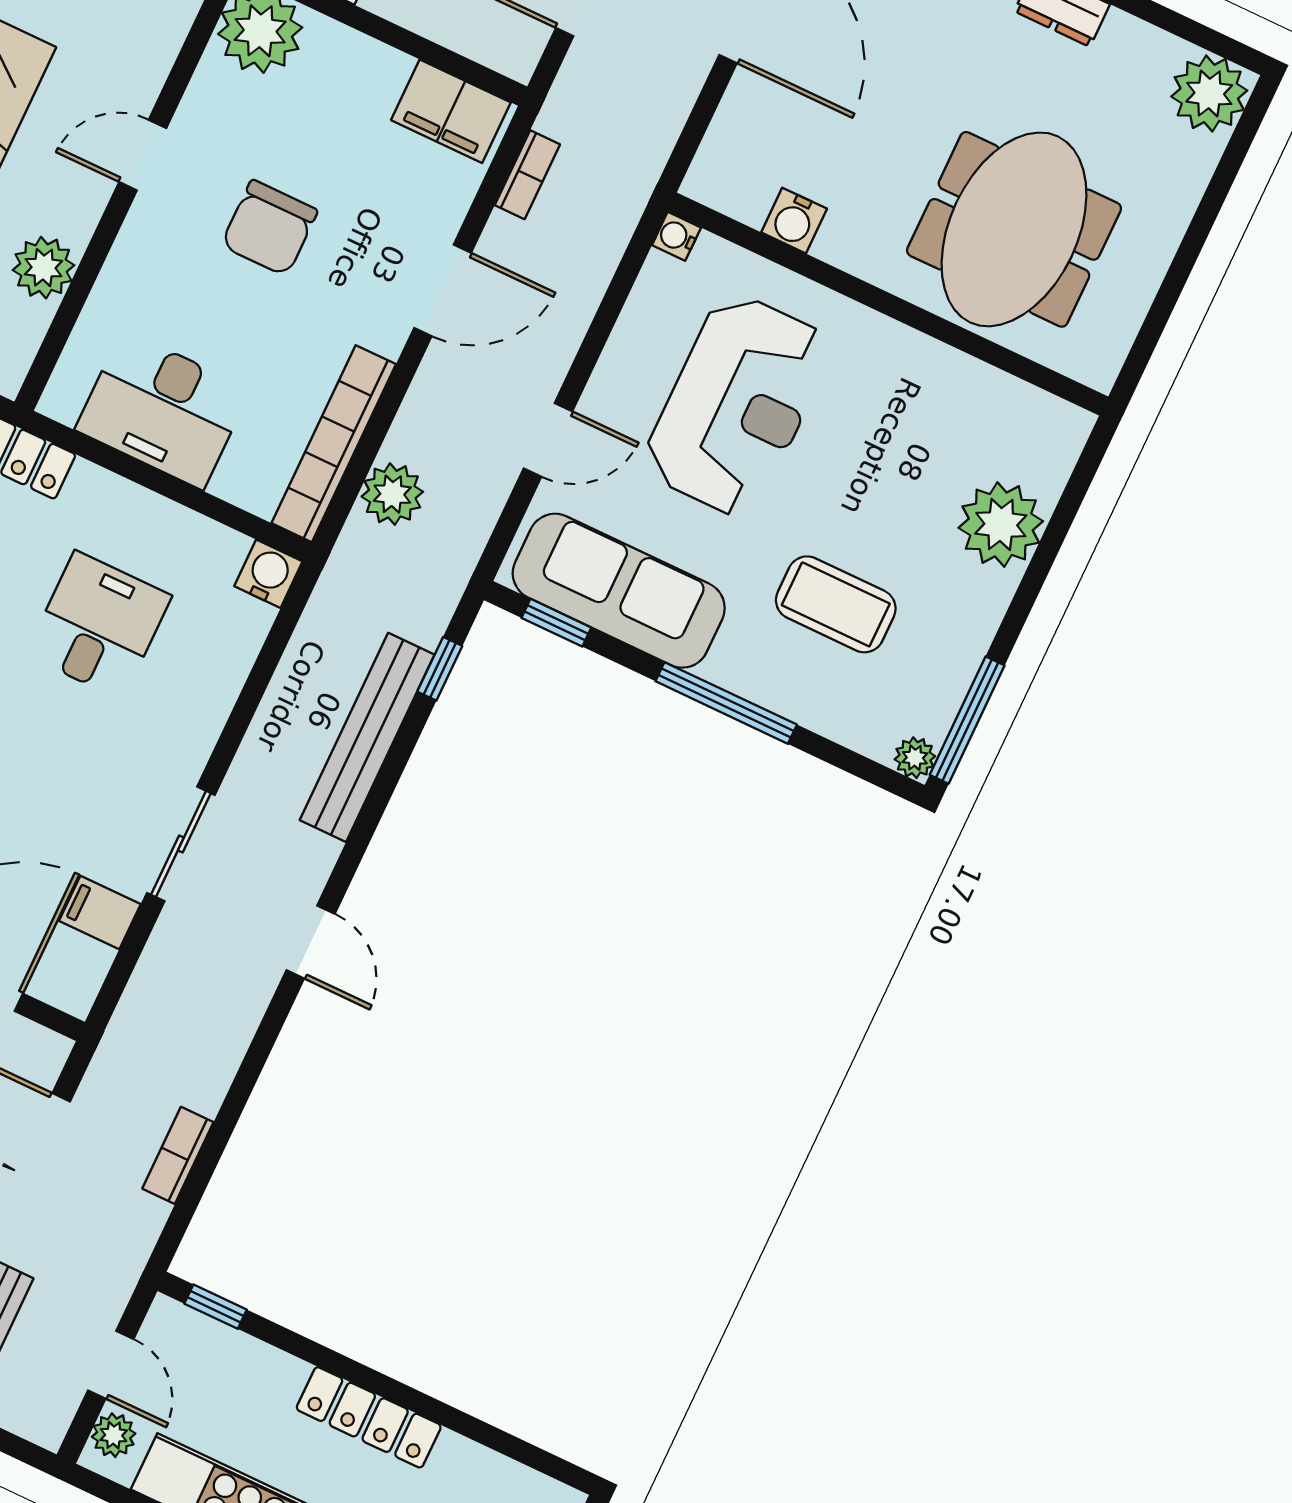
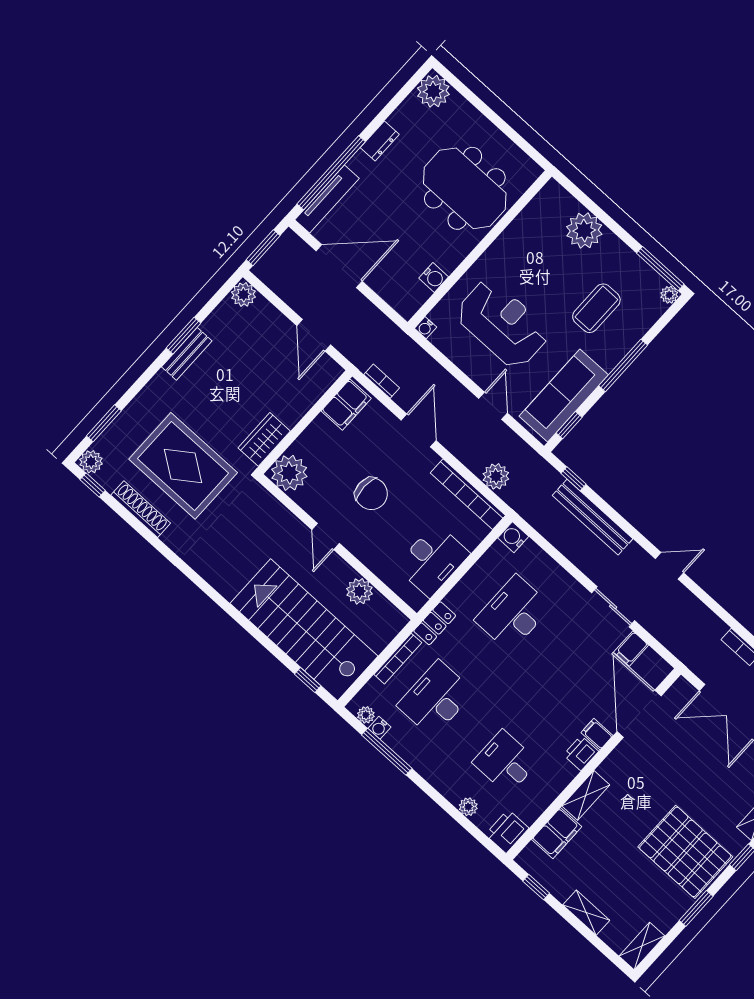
desk: (99, 625) -> (513, 613), width x1.37

